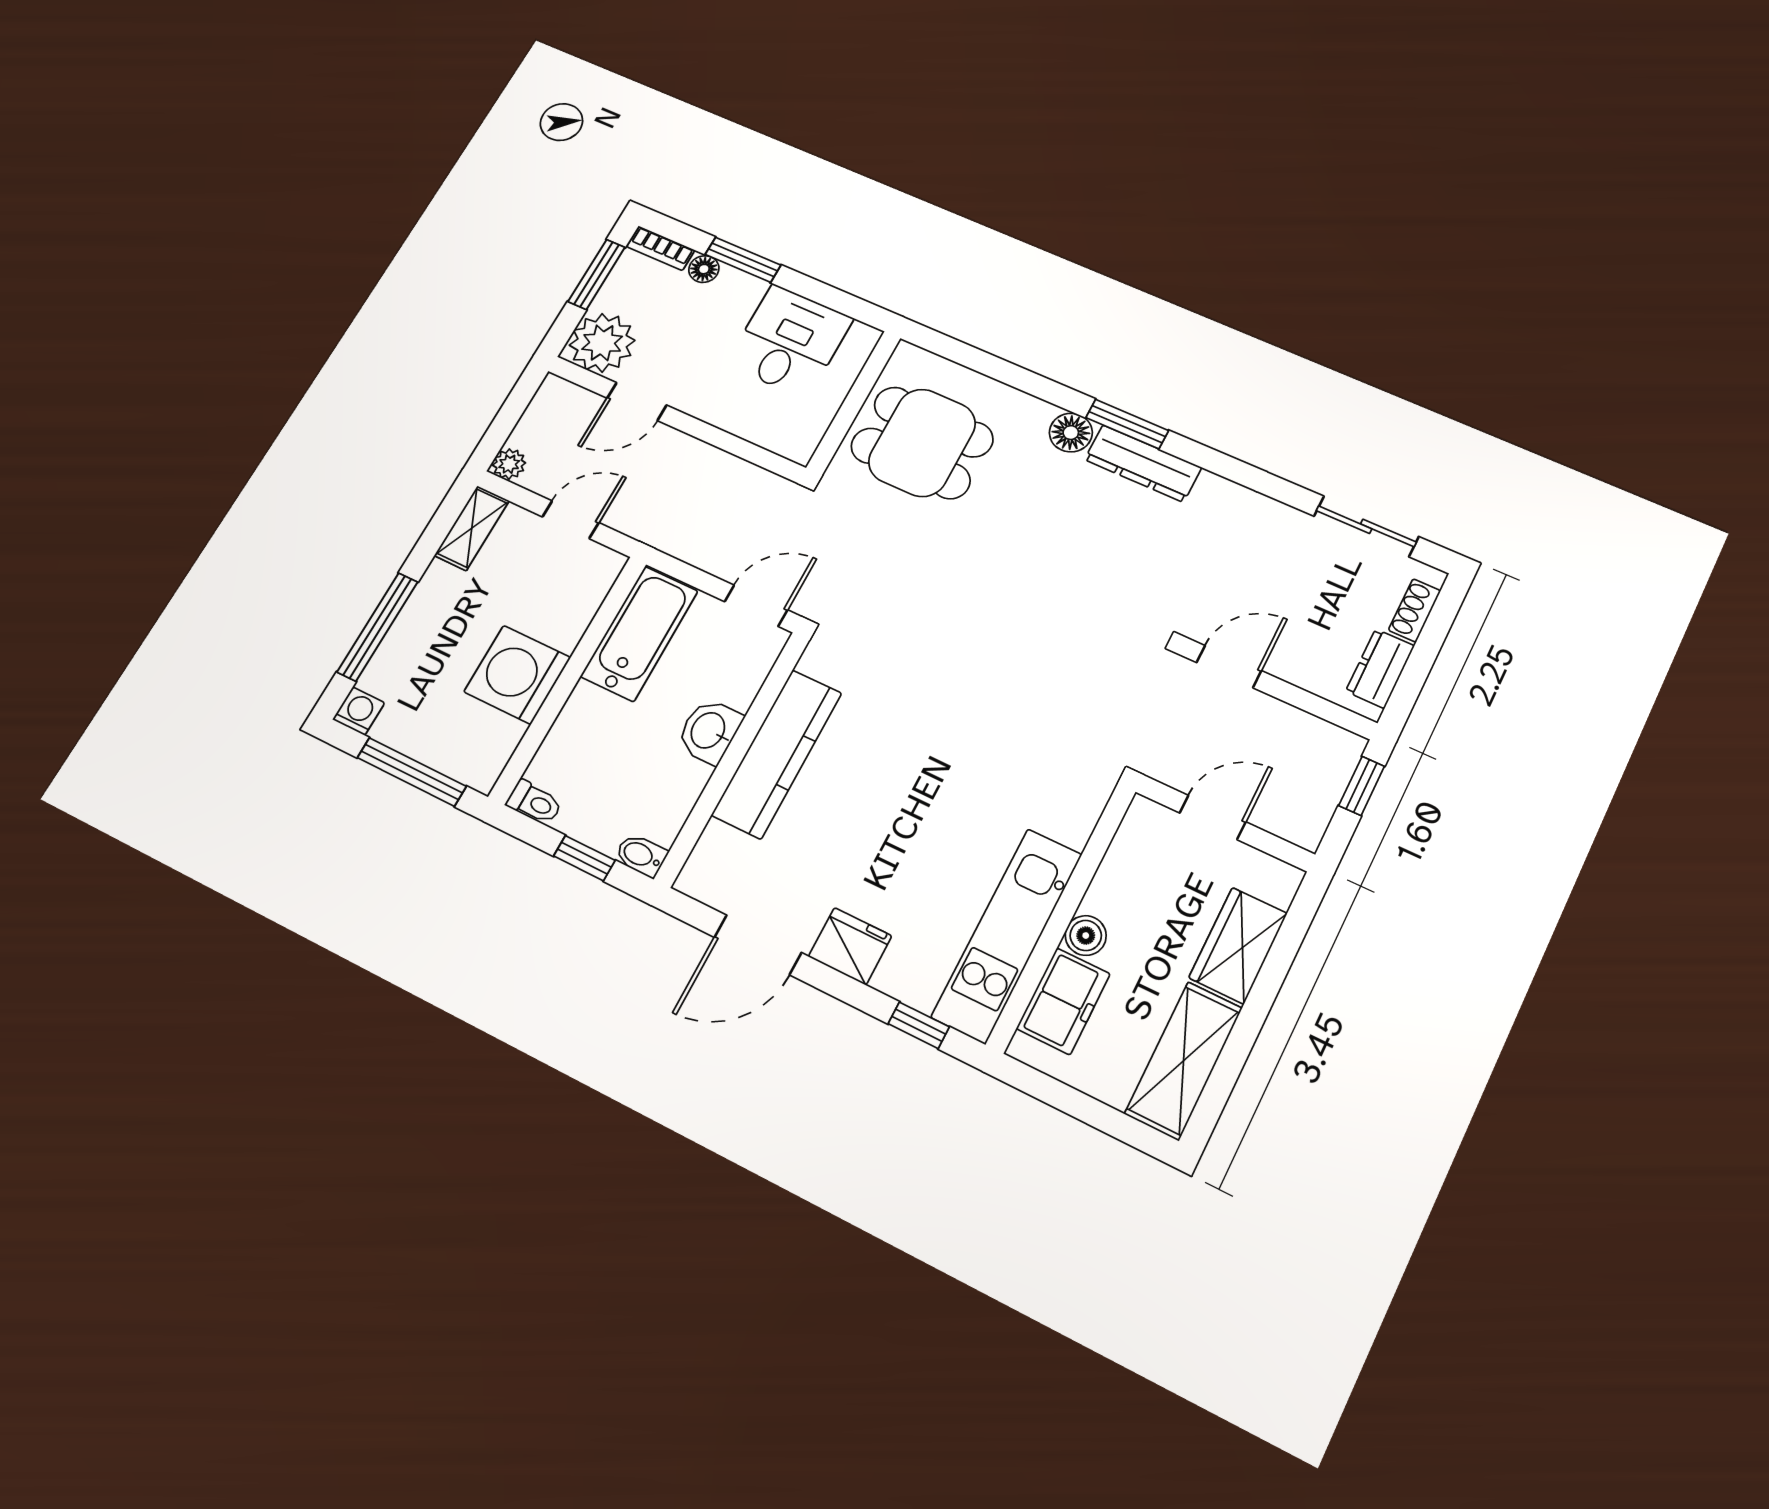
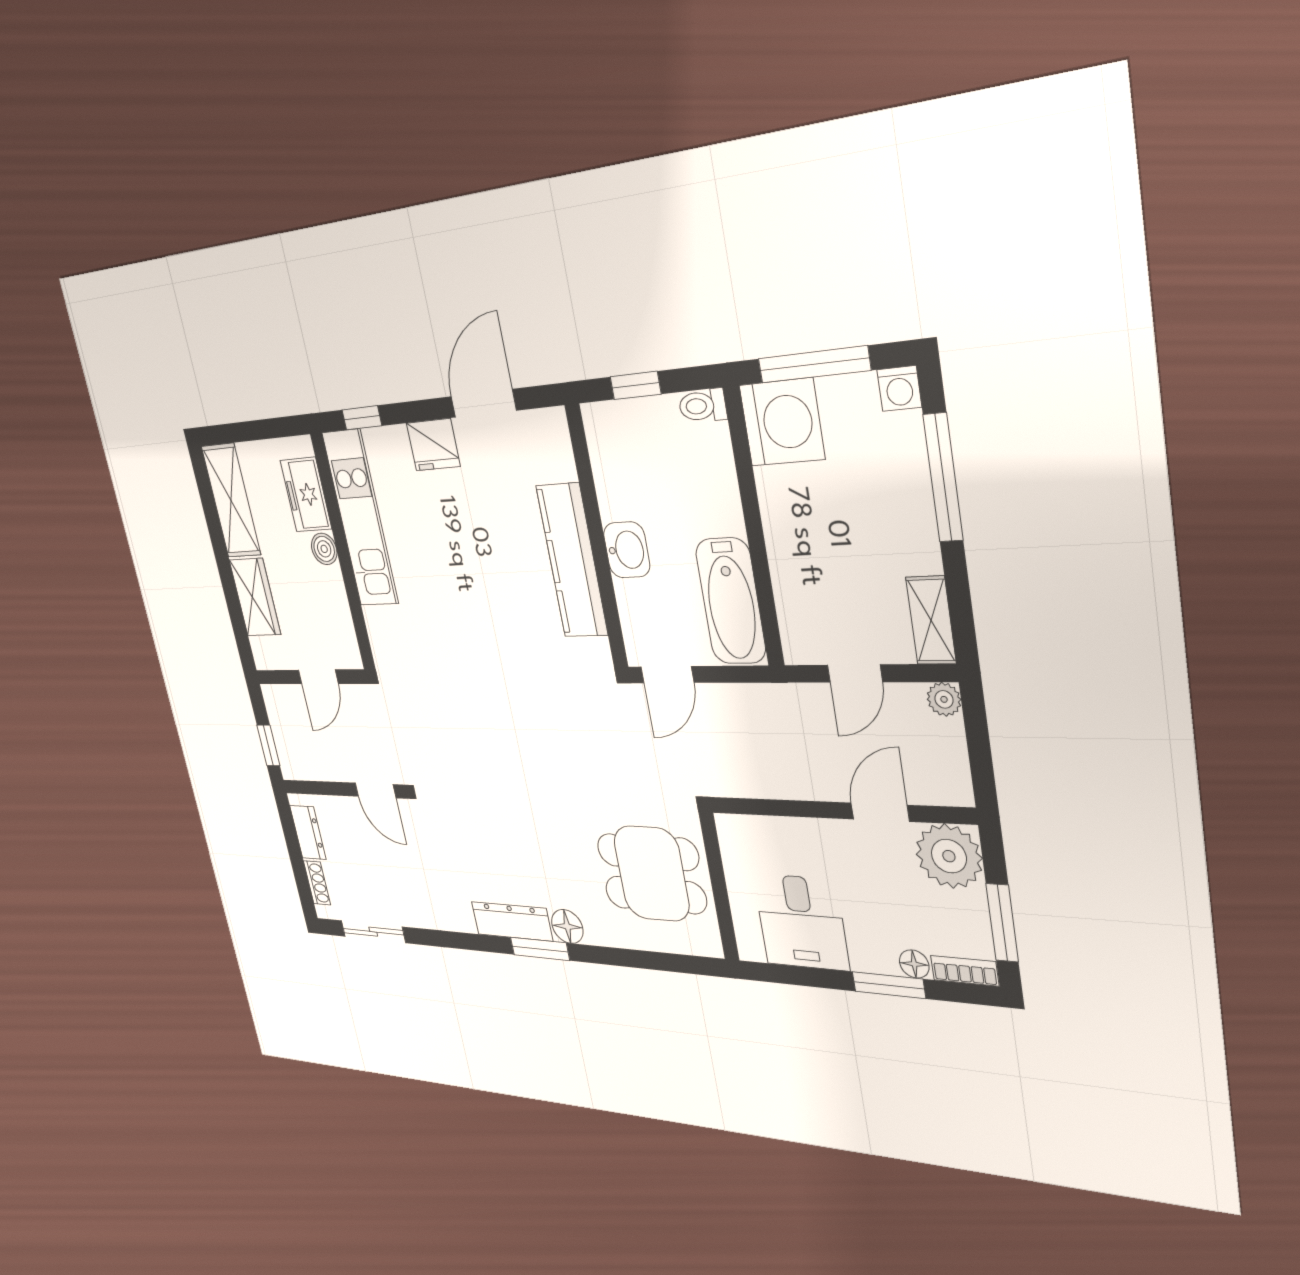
door: (1229, 667) -> (375, 790), hinge flipped
washing machine: (517, 675) -> (782, 422), moved
bidet: (641, 855) -> (601, 417), removed

